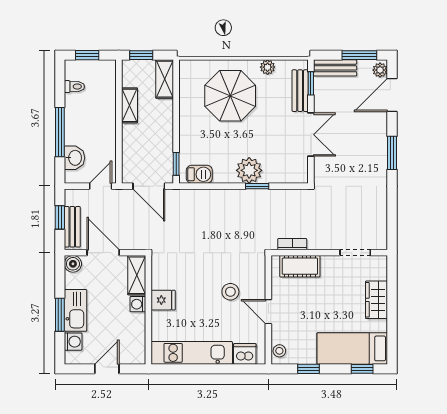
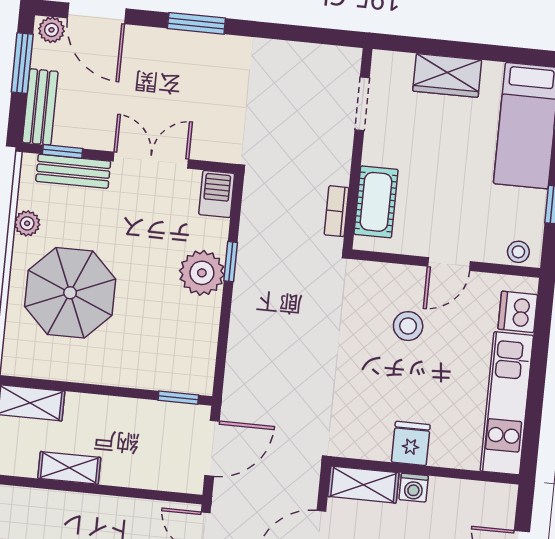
barbecue: (199, 174) -> (217, 194), moved

